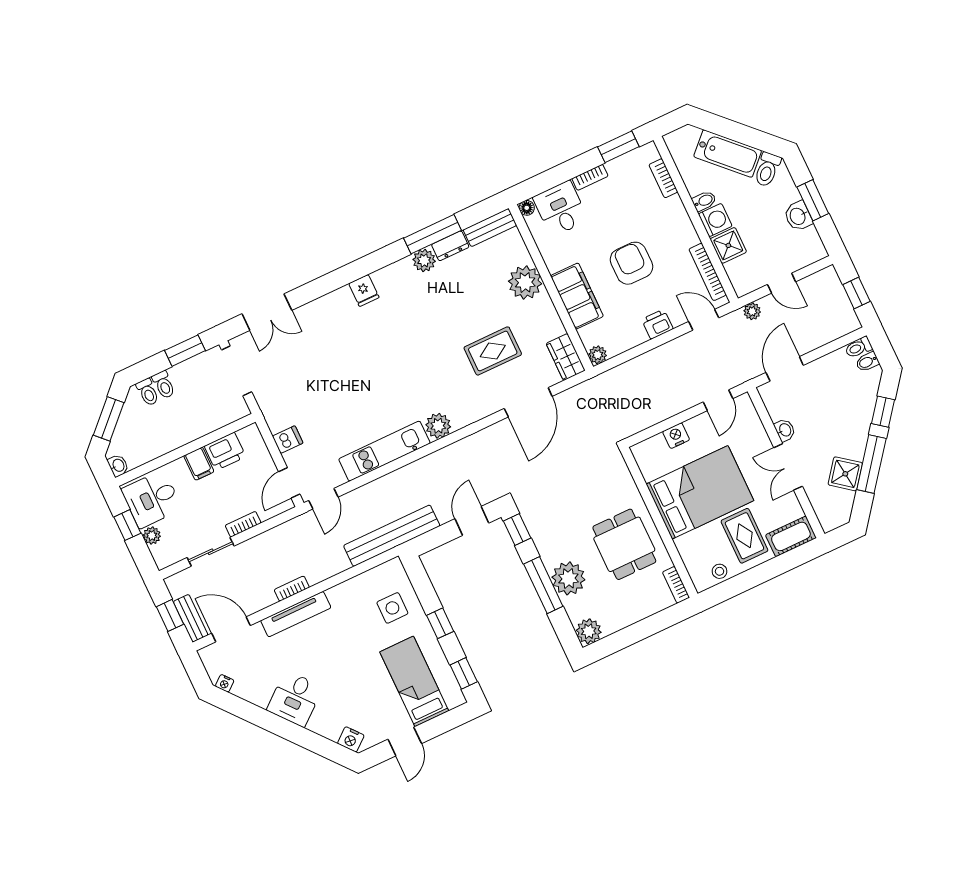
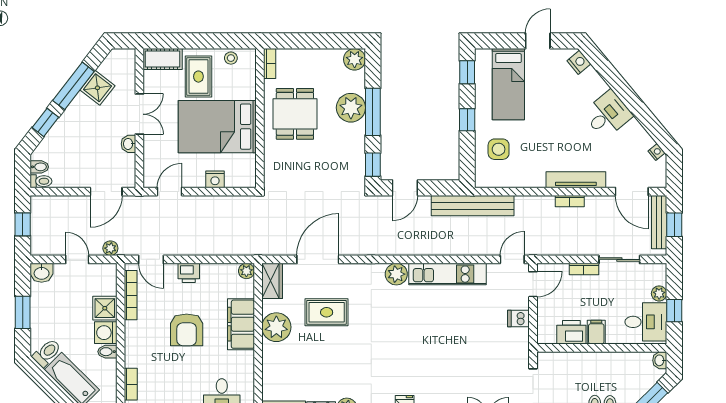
washbasin: (798, 216) -> (42, 273), moved, turned 90
plant: (525, 282) -> (276, 327), moved
bench: (191, 618) -> (659, 222), width x1.36

